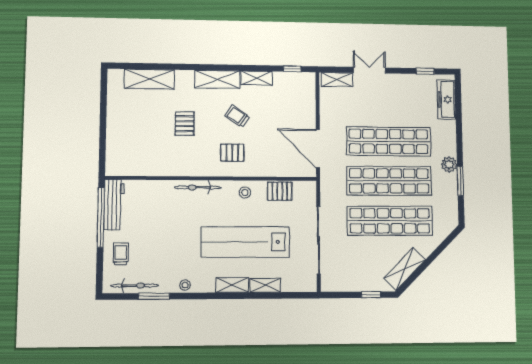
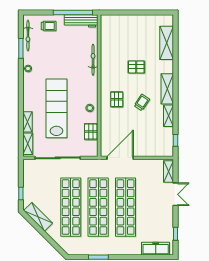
plant: (449, 164) -> (110, 249), removed
bicycle: (198, 187) -> (93, 60), moved
shelving: (232, 285) -> (28, 144), moved

